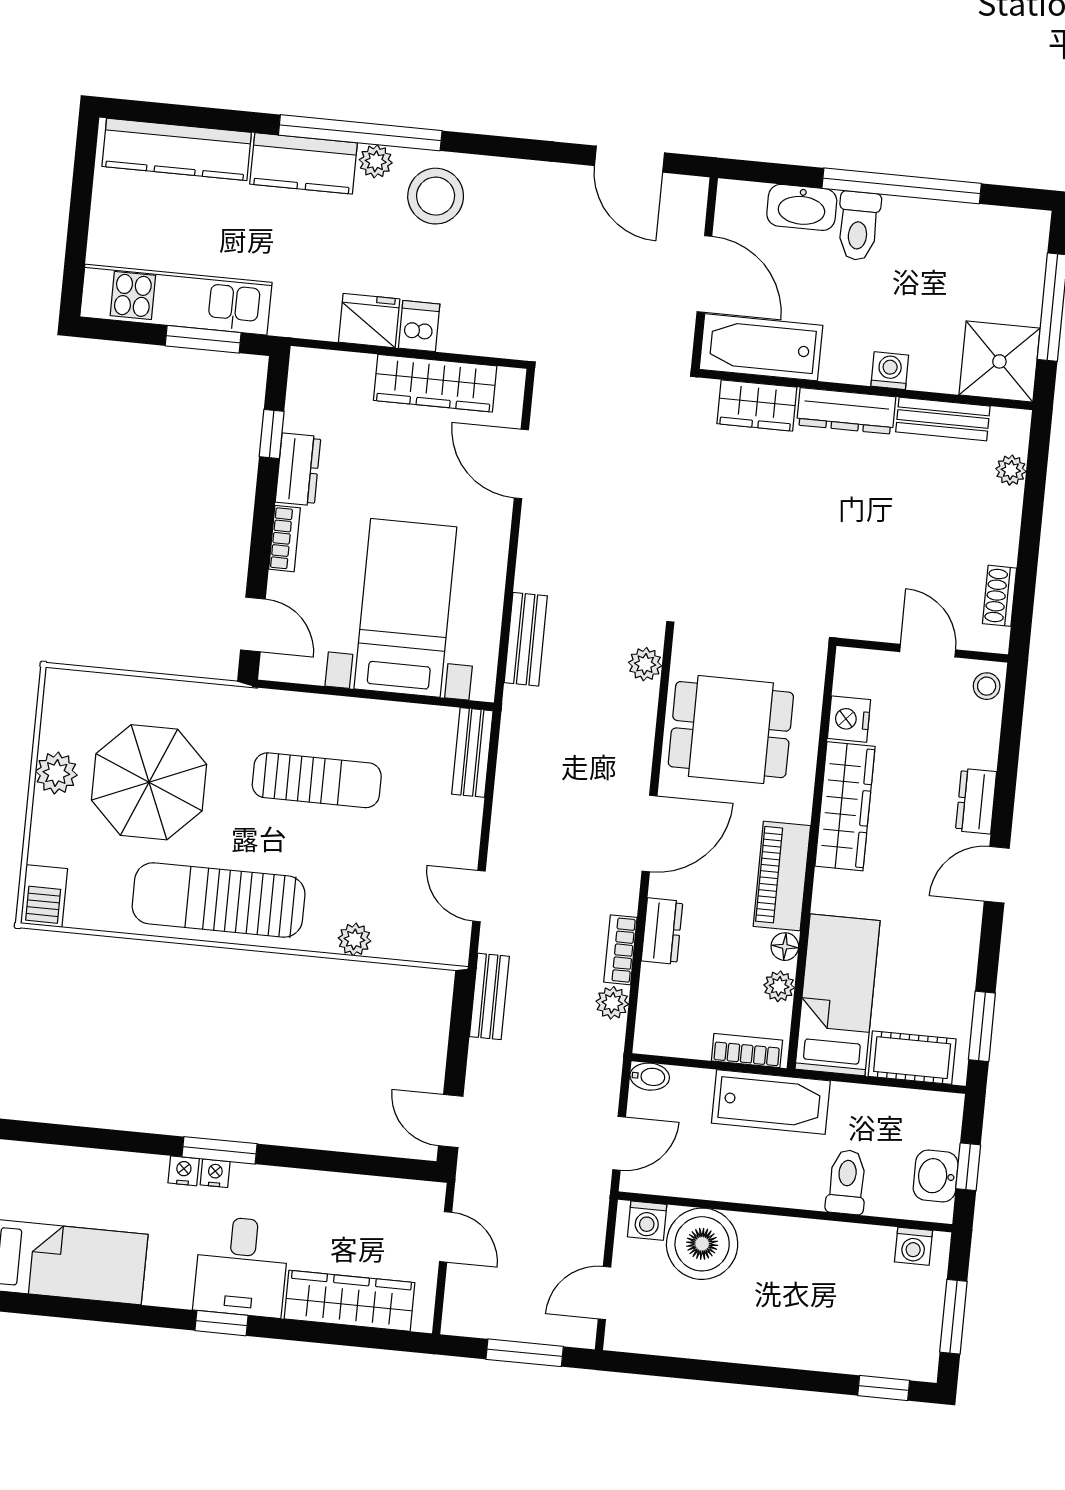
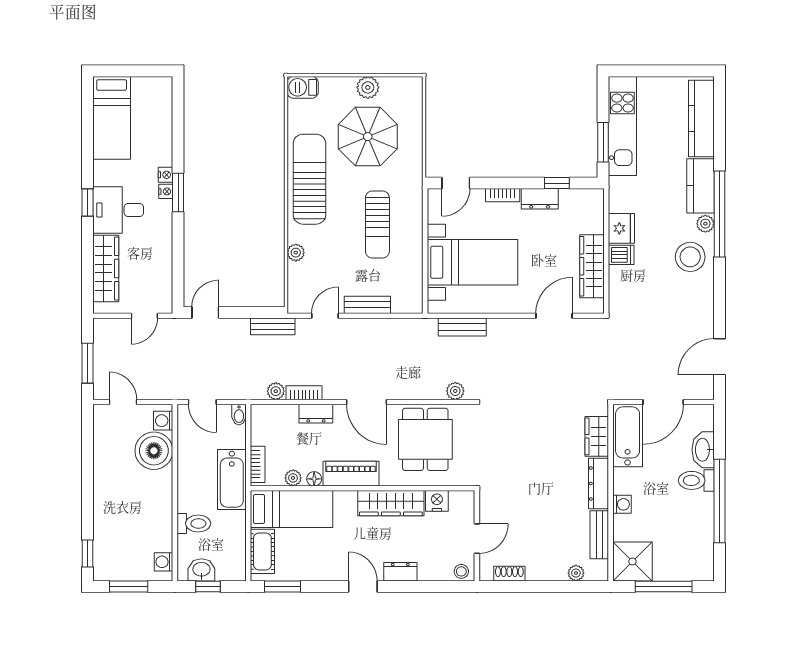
bench: (472, 752) -> (367, 305), moved

